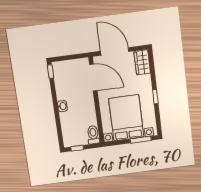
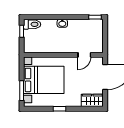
door: (93, 78) -> (84, 55), width x0.53
toilet: (93, 135) -> (32, 24), moved

